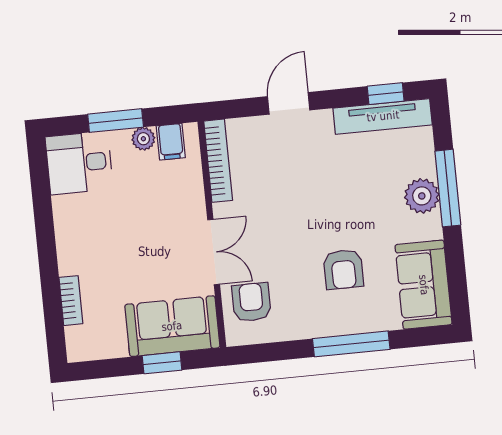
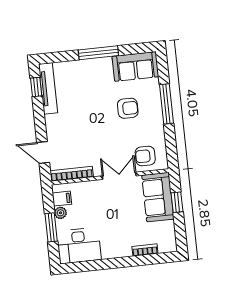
door: (289, 103) -> (43, 152), moved
desk: (79, 163) -> (79, 246), width x1.37
window: (448, 188) -> (98, 53), moved
plant: (422, 196) -> (89, 68), removed

